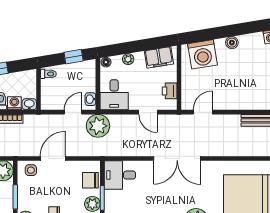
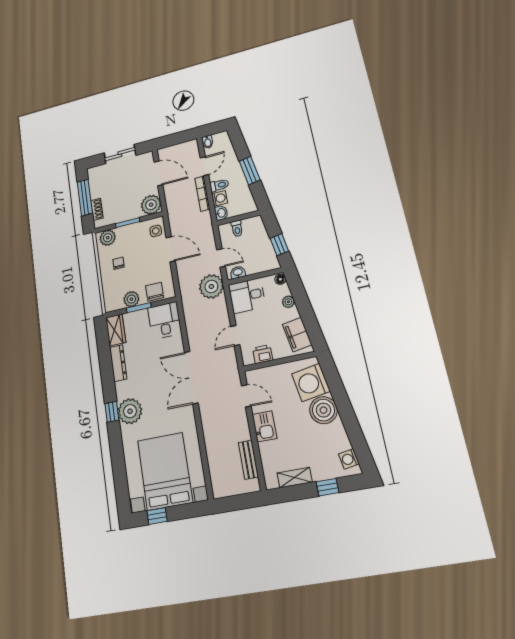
boiler: (232, 43) -> (323, 410), width x1.86, depth x1.86
toilet: (48, 74) -> (237, 229), moved
kitchen sink: (232, 101) -> (264, 426), added

